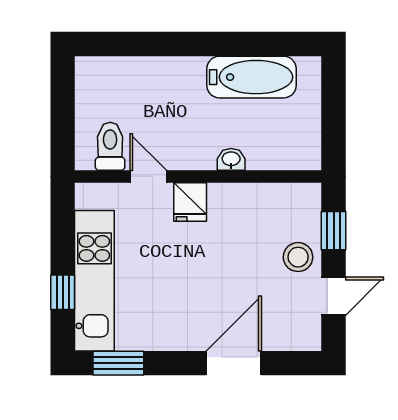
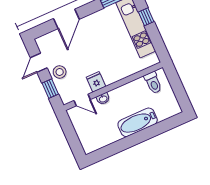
bathtub: (252, 77) -> (138, 122), moved
door: (148, 176) -> (82, 100), moved
fridge: (190, 202) -> (96, 82), moved

